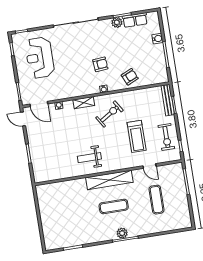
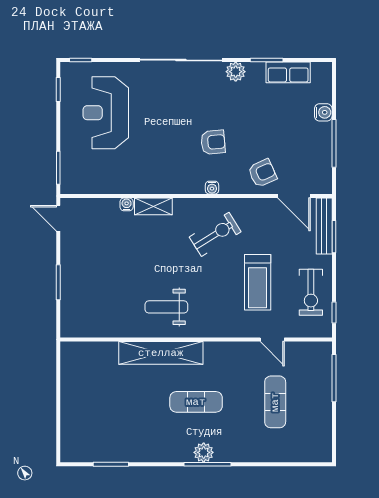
plant: (117, 22) -> (236, 72), moved
shelving: (84, 103) -> (153, 206), moved
door: (39, 104) -> (294, 196), moved
shelving: (109, 180) -> (161, 353), moved

